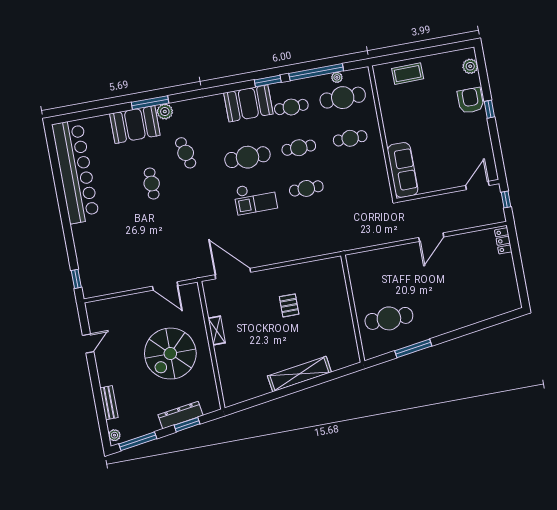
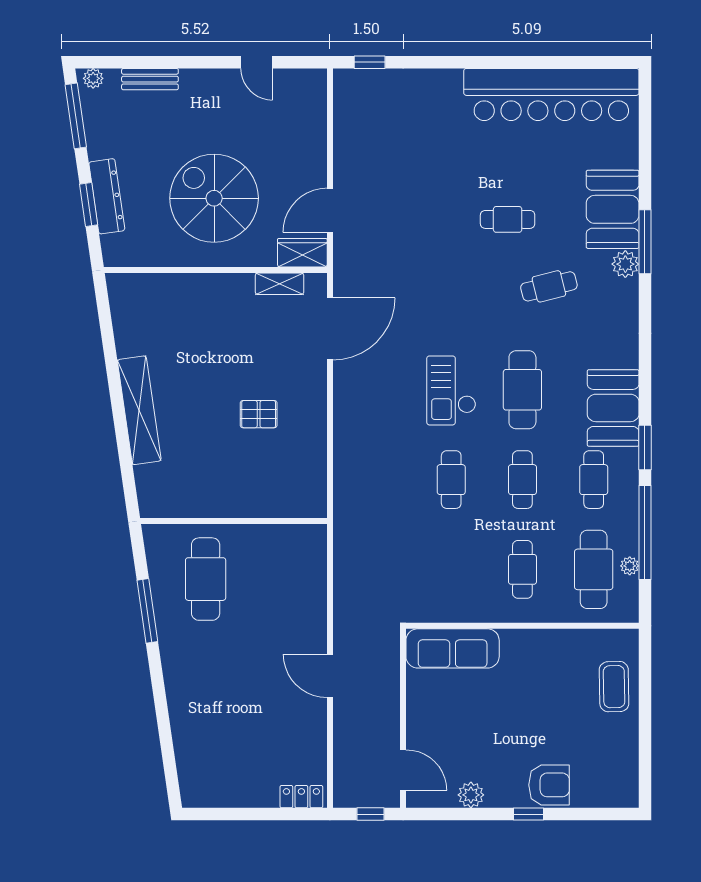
plant: (470, 66) -> (471, 795), moved
wardrobe: (192, 297) -> (302, 253), added
shelving: (217, 330) -> (280, 284), moved

